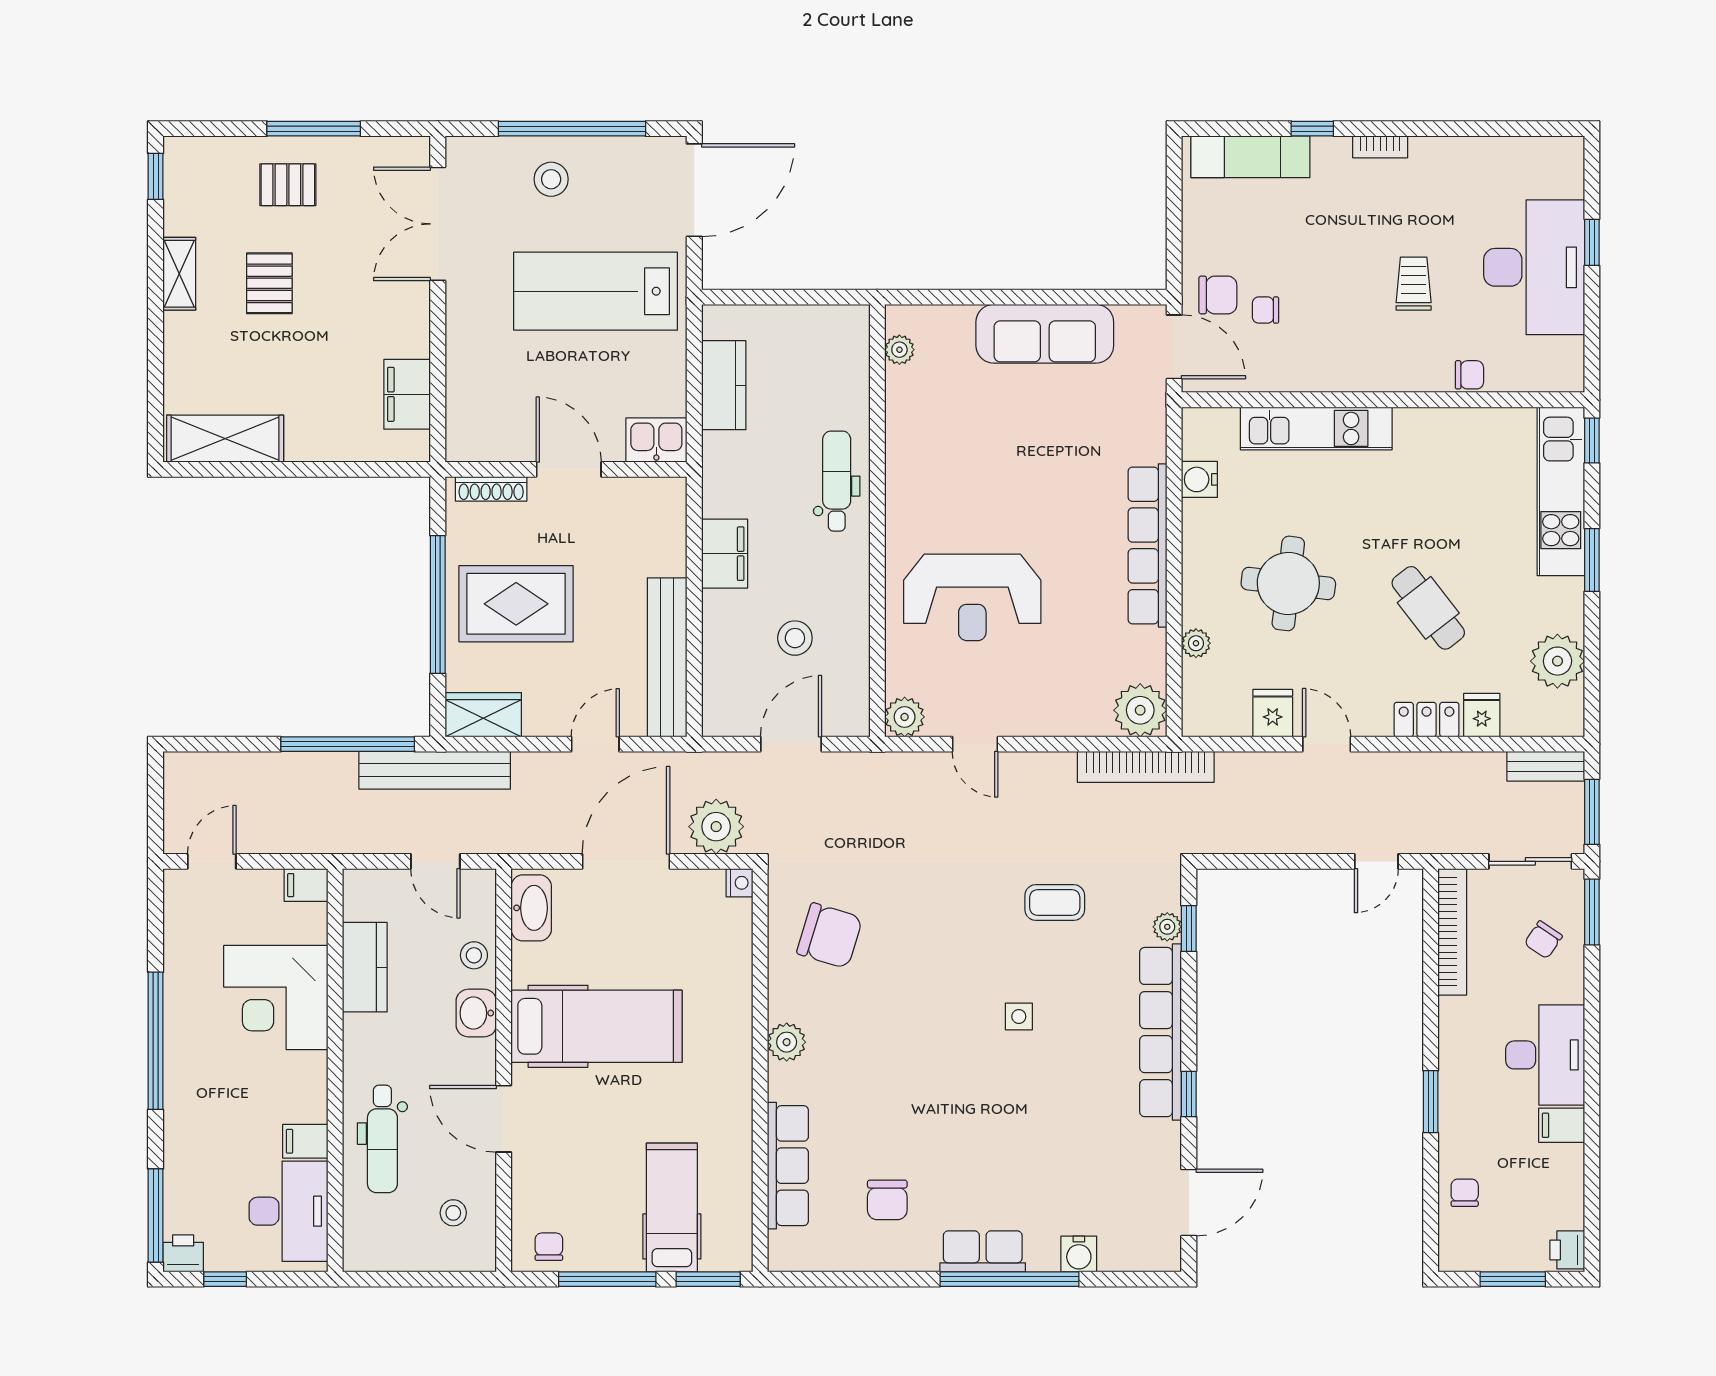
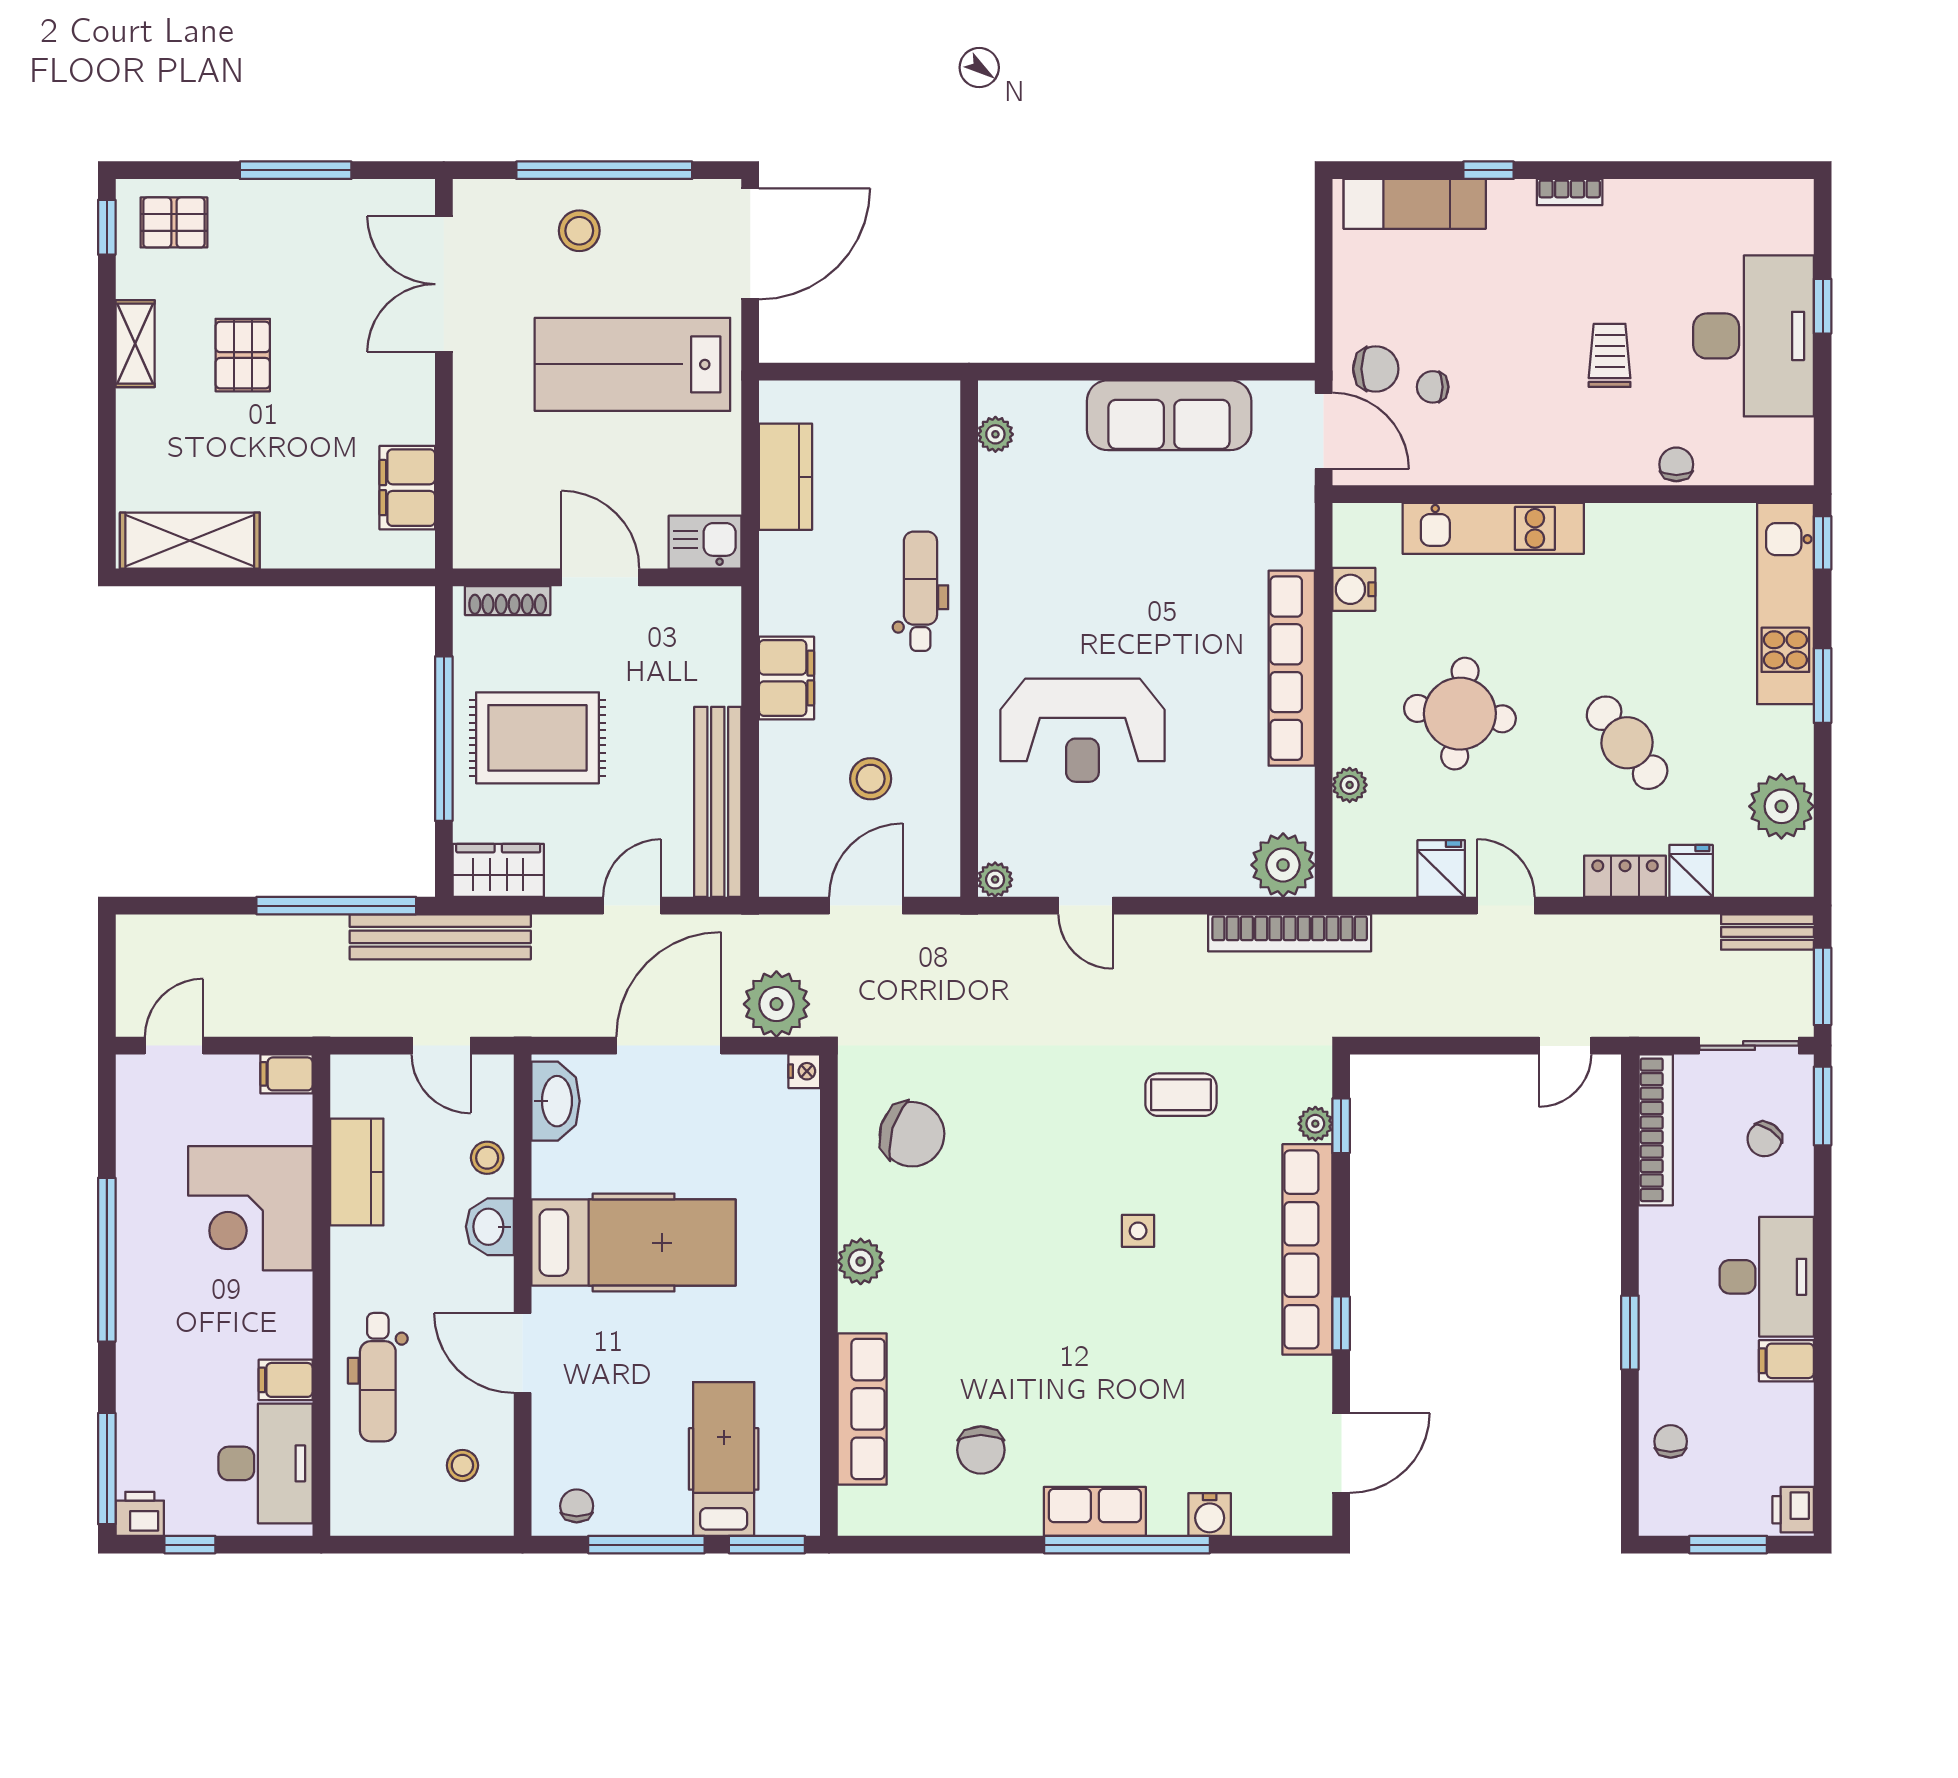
pallet: (288, 185) -> (174, 222), moved
chair: (1469, 375) -> (1676, 464), turned -90
plant: (905, 717) -> (995, 880), width x0.73, depth x0.73

